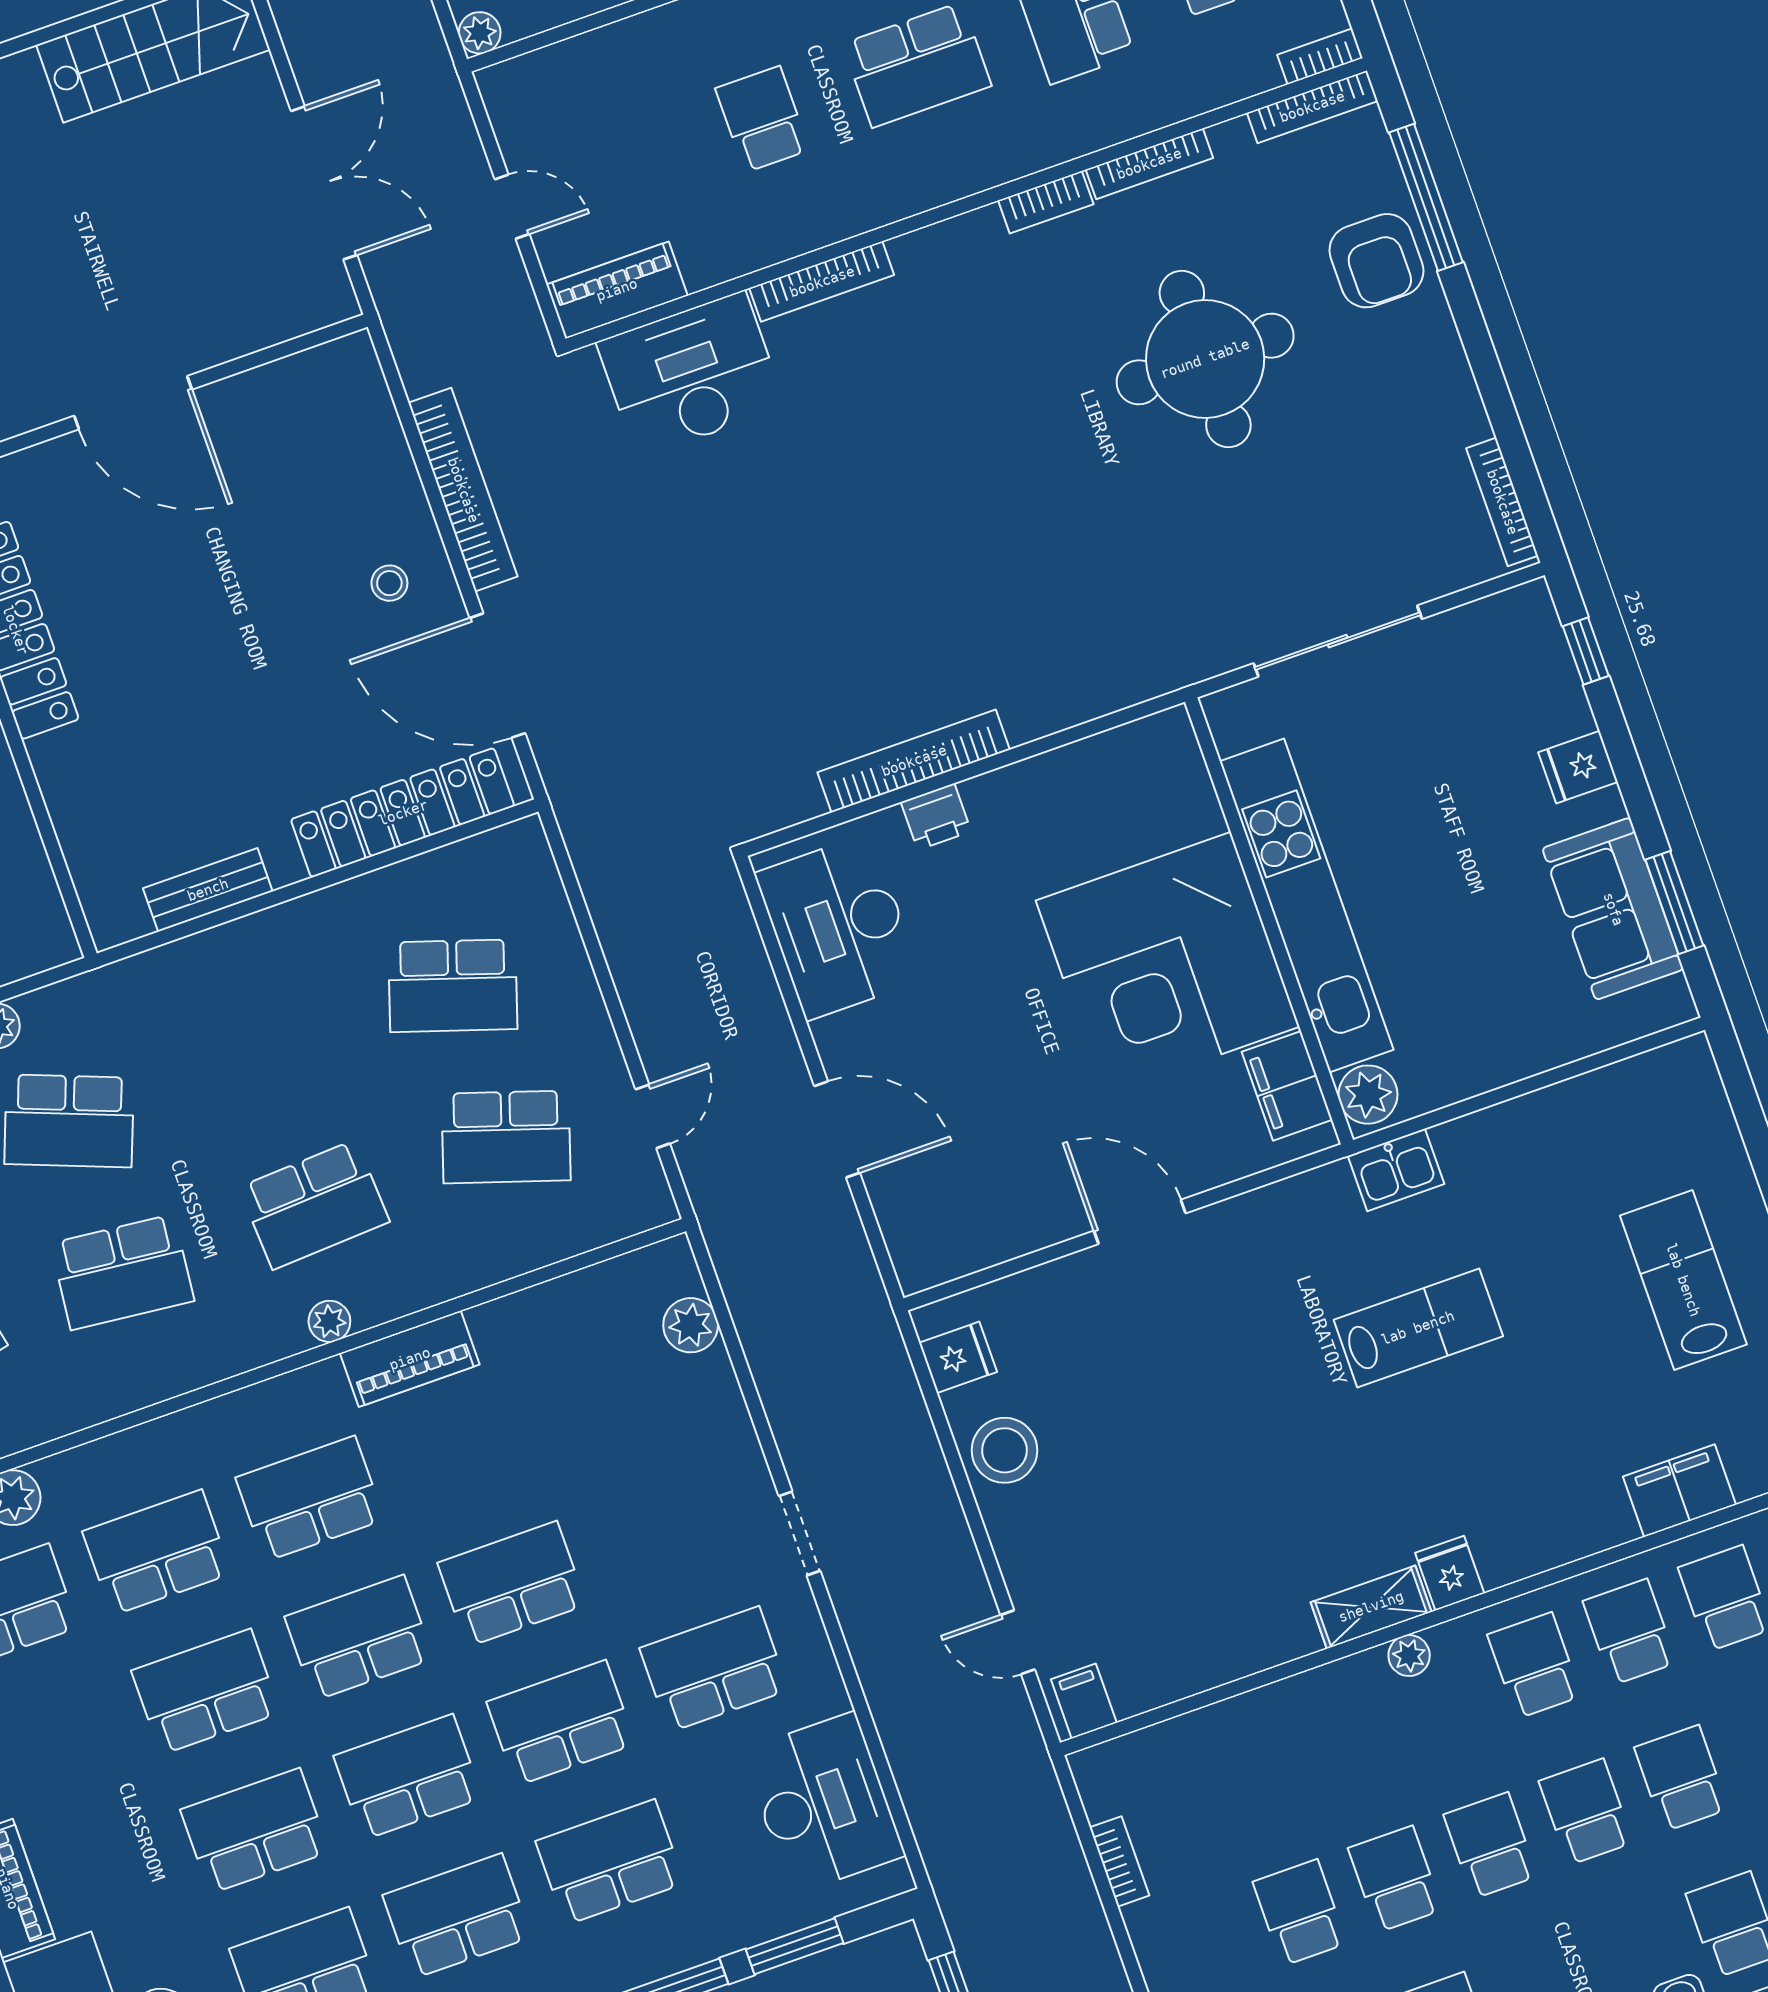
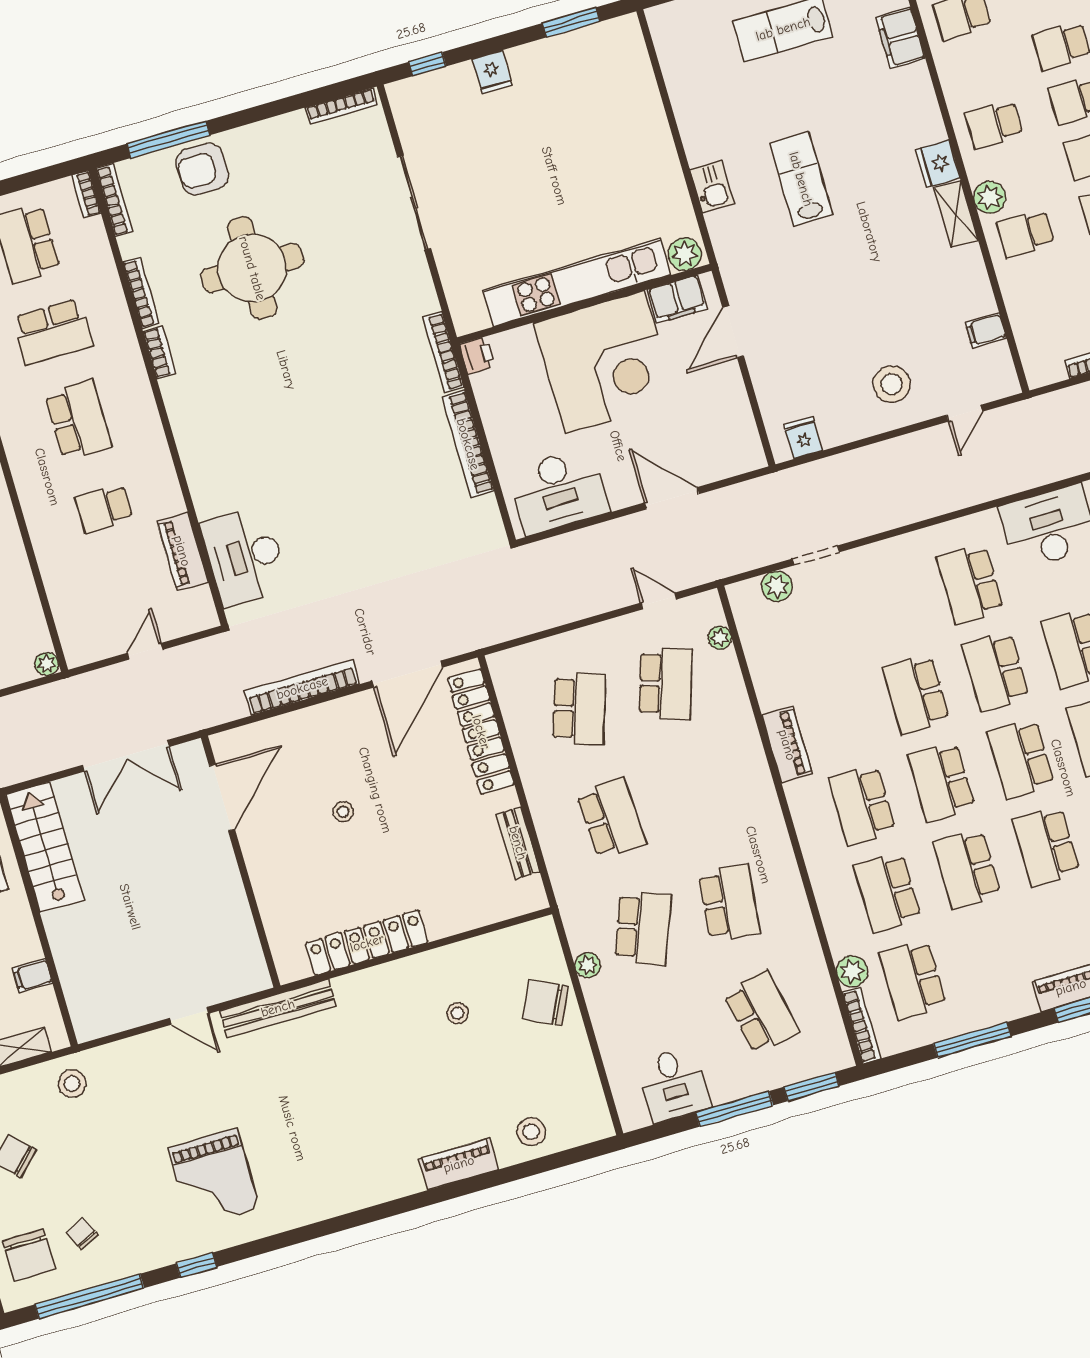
double door: (324, 183) -> (126, 756), swing flipped
armchair: (1376, 261) -> (202, 169), turned 180
bookcase: (822, 282) -> (443, 352), moved, turned 180
piano: (617, 290) -> (182, 551), moved
door: (133, 403) -> (222, 797), moved
stool: (389, 583) -> (343, 812), moved
printer: (936, 817) -> (477, 355), moved
kitchen unit: (1307, 906) -> (577, 283), moved
sofa: (1613, 909) -> (573, 57), removed
wall: (1269, 921) -> (584, 304), moved
corner desk: (1168, 964) -> (605, 362), moved
filing cabinet: (1287, 1086) -> (677, 299), moved
plant: (1368, 1095) -> (685, 254), moved
door: (837, 1129) -> (672, 498), hinge flipped
school desk: (314, 1205) -> (611, 818), moved
plant: (329, 1321) -> (720, 638), moved
stool: (1004, 1450) -> (892, 384), moved
doorway: (800, 1533) -> (816, 555), moved
fridge: (1450, 1573) -> (938, 164), width x1.38
school desk: (1630, 1632) -> (1025, 234), moved
plant: (1409, 1656) -> (990, 197), width x1.38, depth x1.38
filing cabinet: (1084, 1701) -> (986, 330), moved

